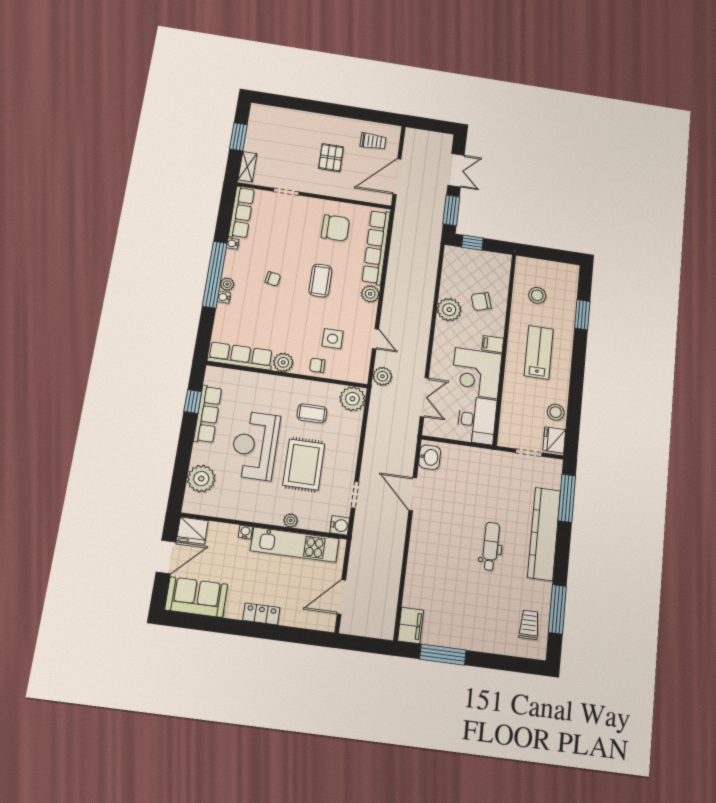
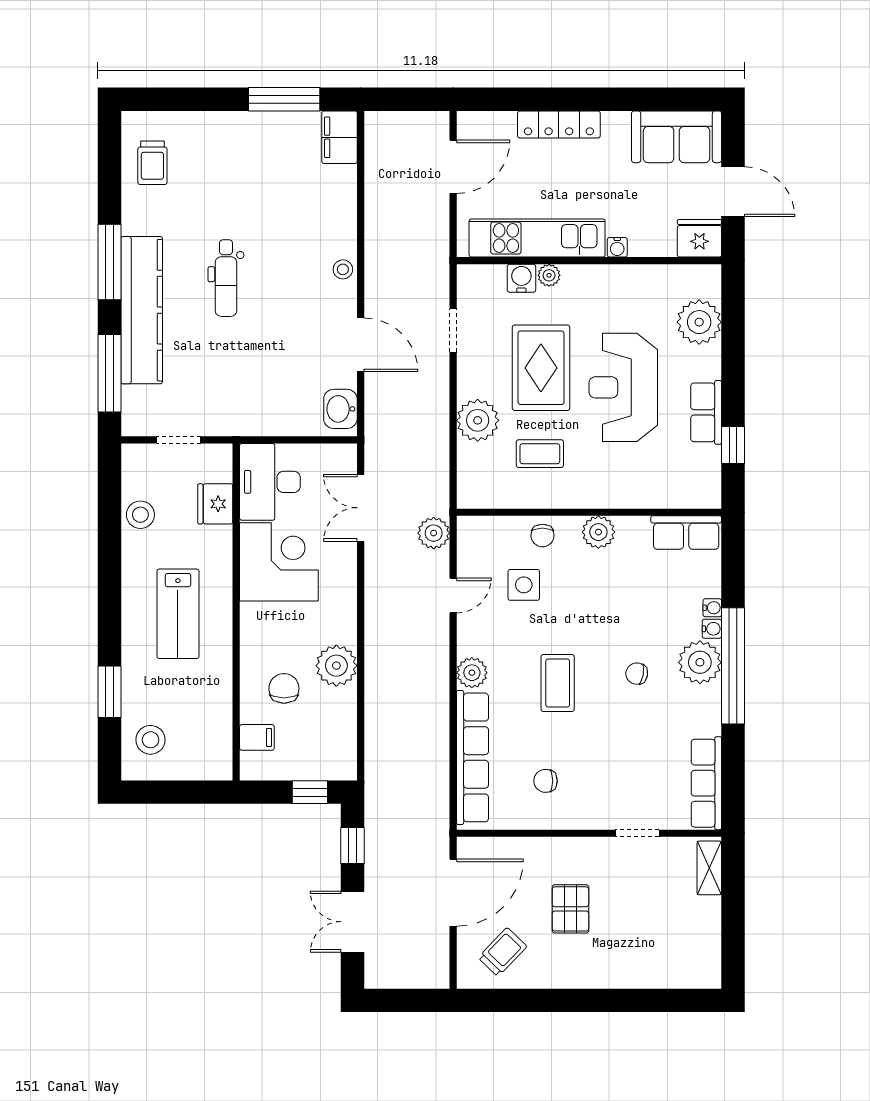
window: (238, 137) -> (733, 921), removed
trolley: (373, 141) -> (502, 952), turned 134
window: (451, 210) -> (352, 846), width x0.67
chair: (335, 228) -> (546, 781), width x0.54, depth x0.54
water cooler: (233, 244) -> (712, 608), moved
plant: (227, 284) -> (700, 662), width x1.87, depth x1.87
stool: (537, 295) -> (151, 740), moved
chair: (481, 301) -> (284, 688), turned -73
door: (375, 339) -> (453, 595), swing flipped
filing cabinet: (493, 344) -> (257, 737), moved
row of seats: (240, 356) -> (686, 533), width x0.68
chair: (317, 365) -> (542, 536), turned 90
plant: (352, 399) -> (478, 420), moved
row of seats: (208, 414) -> (706, 412), width x0.68
fridge: (554, 440) -> (215, 504), moved, turned 180
reception desk: (255, 446) -> (623, 387), turned 180
water cooler: (340, 525) -> (521, 278), moved, turned 90
stool: (418, 542) -> (343, 269), added
door: (166, 557) -> (733, 192), swing flipped
window: (557, 609) -> (110, 262), moved
locker: (261, 614) -> (559, 124), width x1.53

